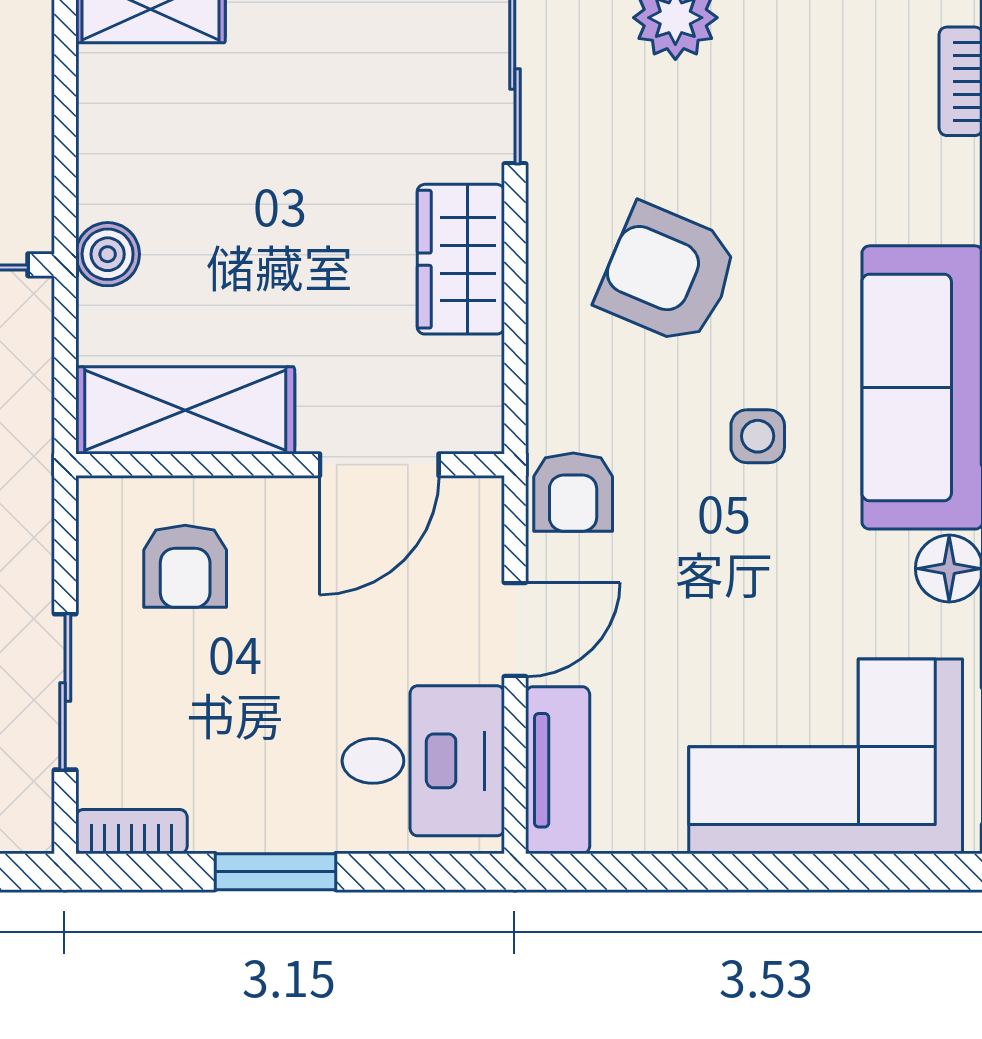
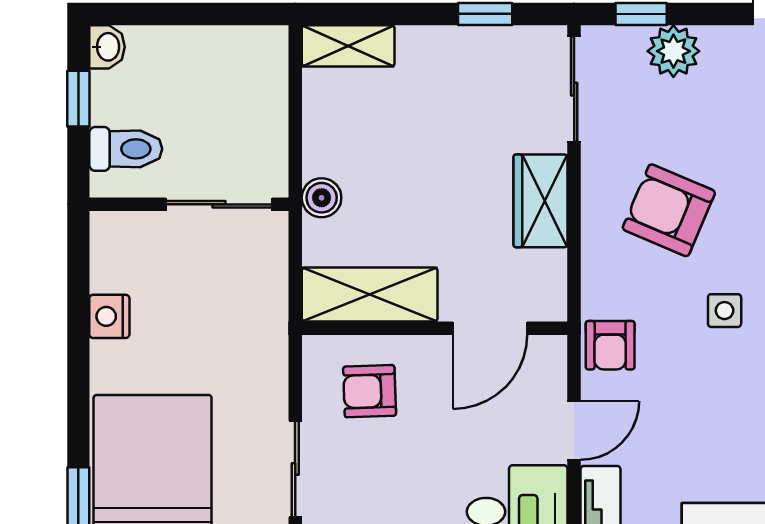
armchair: (185, 566) -> (370, 391), turned 88

